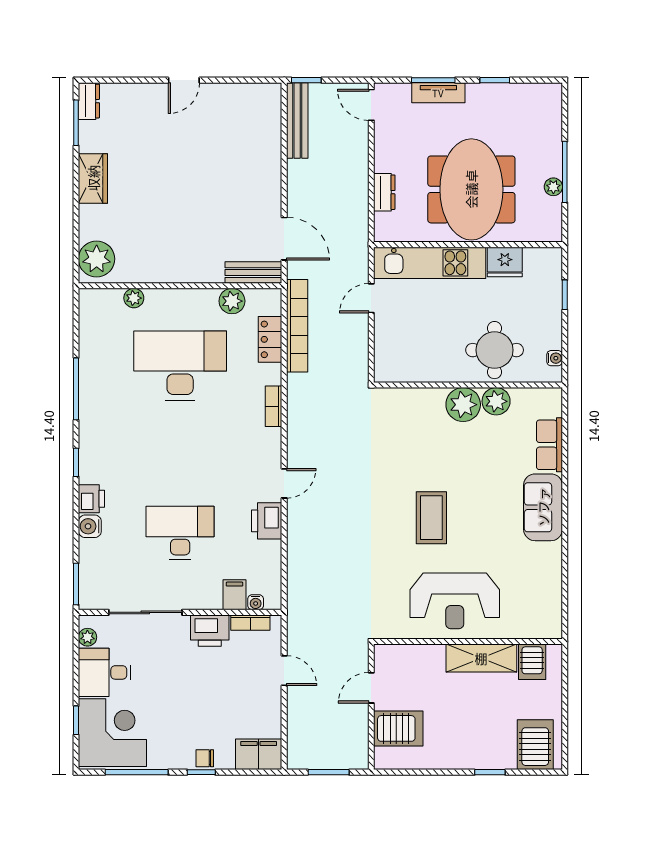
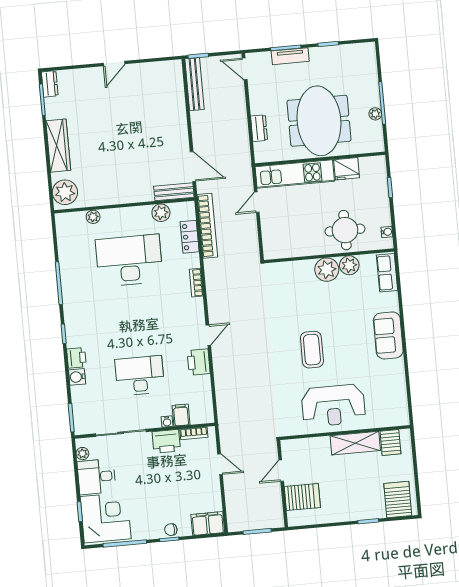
wardrobe: (93, 178) -> (58, 146), width x1.50
row of seats: (549, 445) -> (387, 273), moved
water cooler: (256, 602) -> (167, 422), moved

